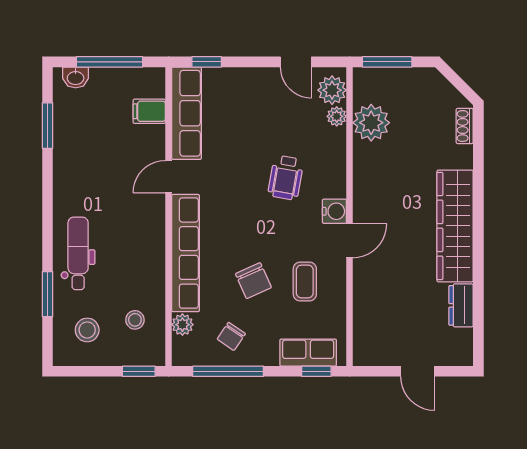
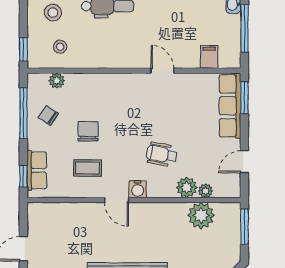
window: (207, 62) -> (244, 98), width x1.50
plant: (332, 90) -> (187, 187), moved
row of seats: (187, 113) -> (230, 106), moved, turned 90
row of seats: (186, 253) -> (108, 83), removed
chair: (253, 281) -> (88, 131), turned 114

